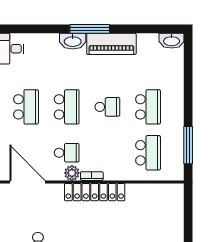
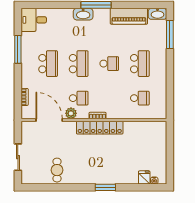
piano: (111, 44) -> (129, 16), moved
window: (188, 145) -> (170, 35), moved
school desk: (148, 153) -> (140, 98), width x0.54
plant: (72, 173) -> (71, 113), moved

